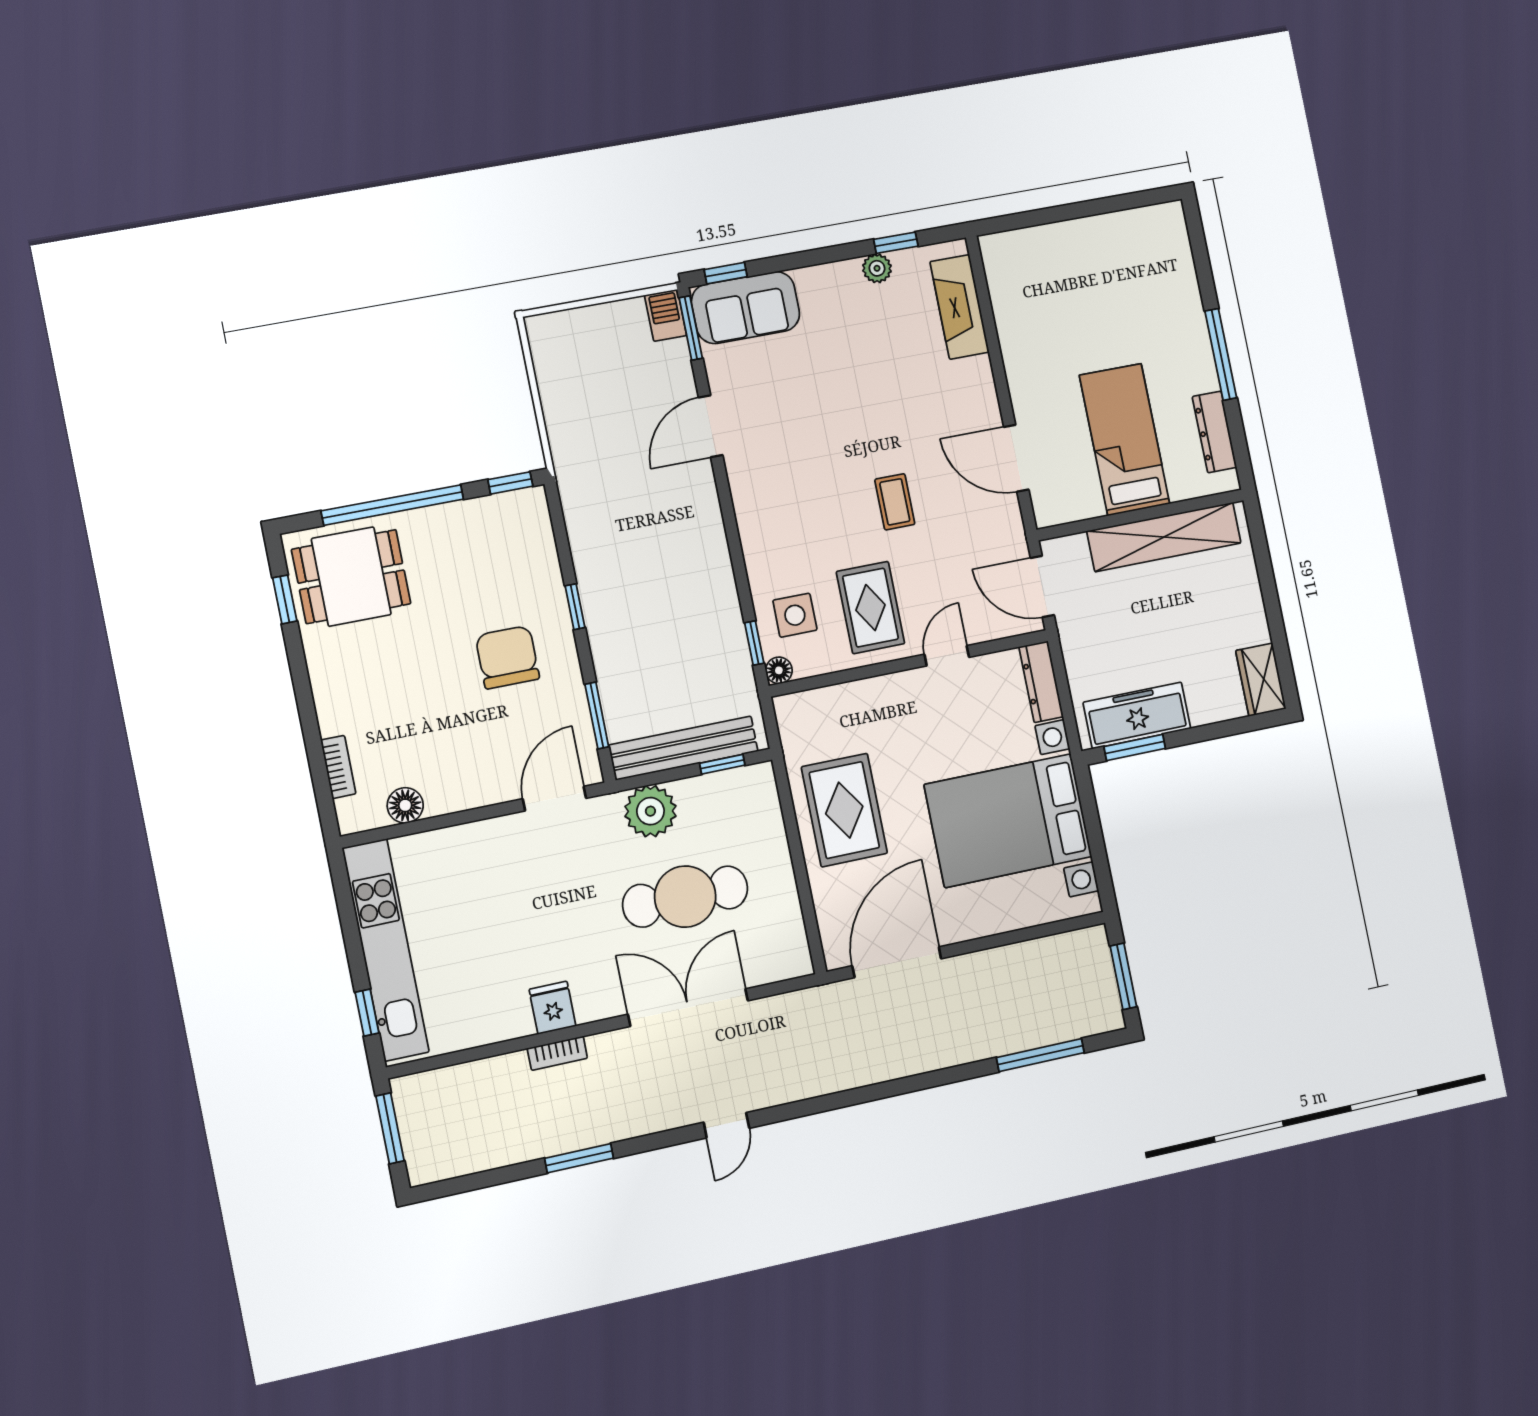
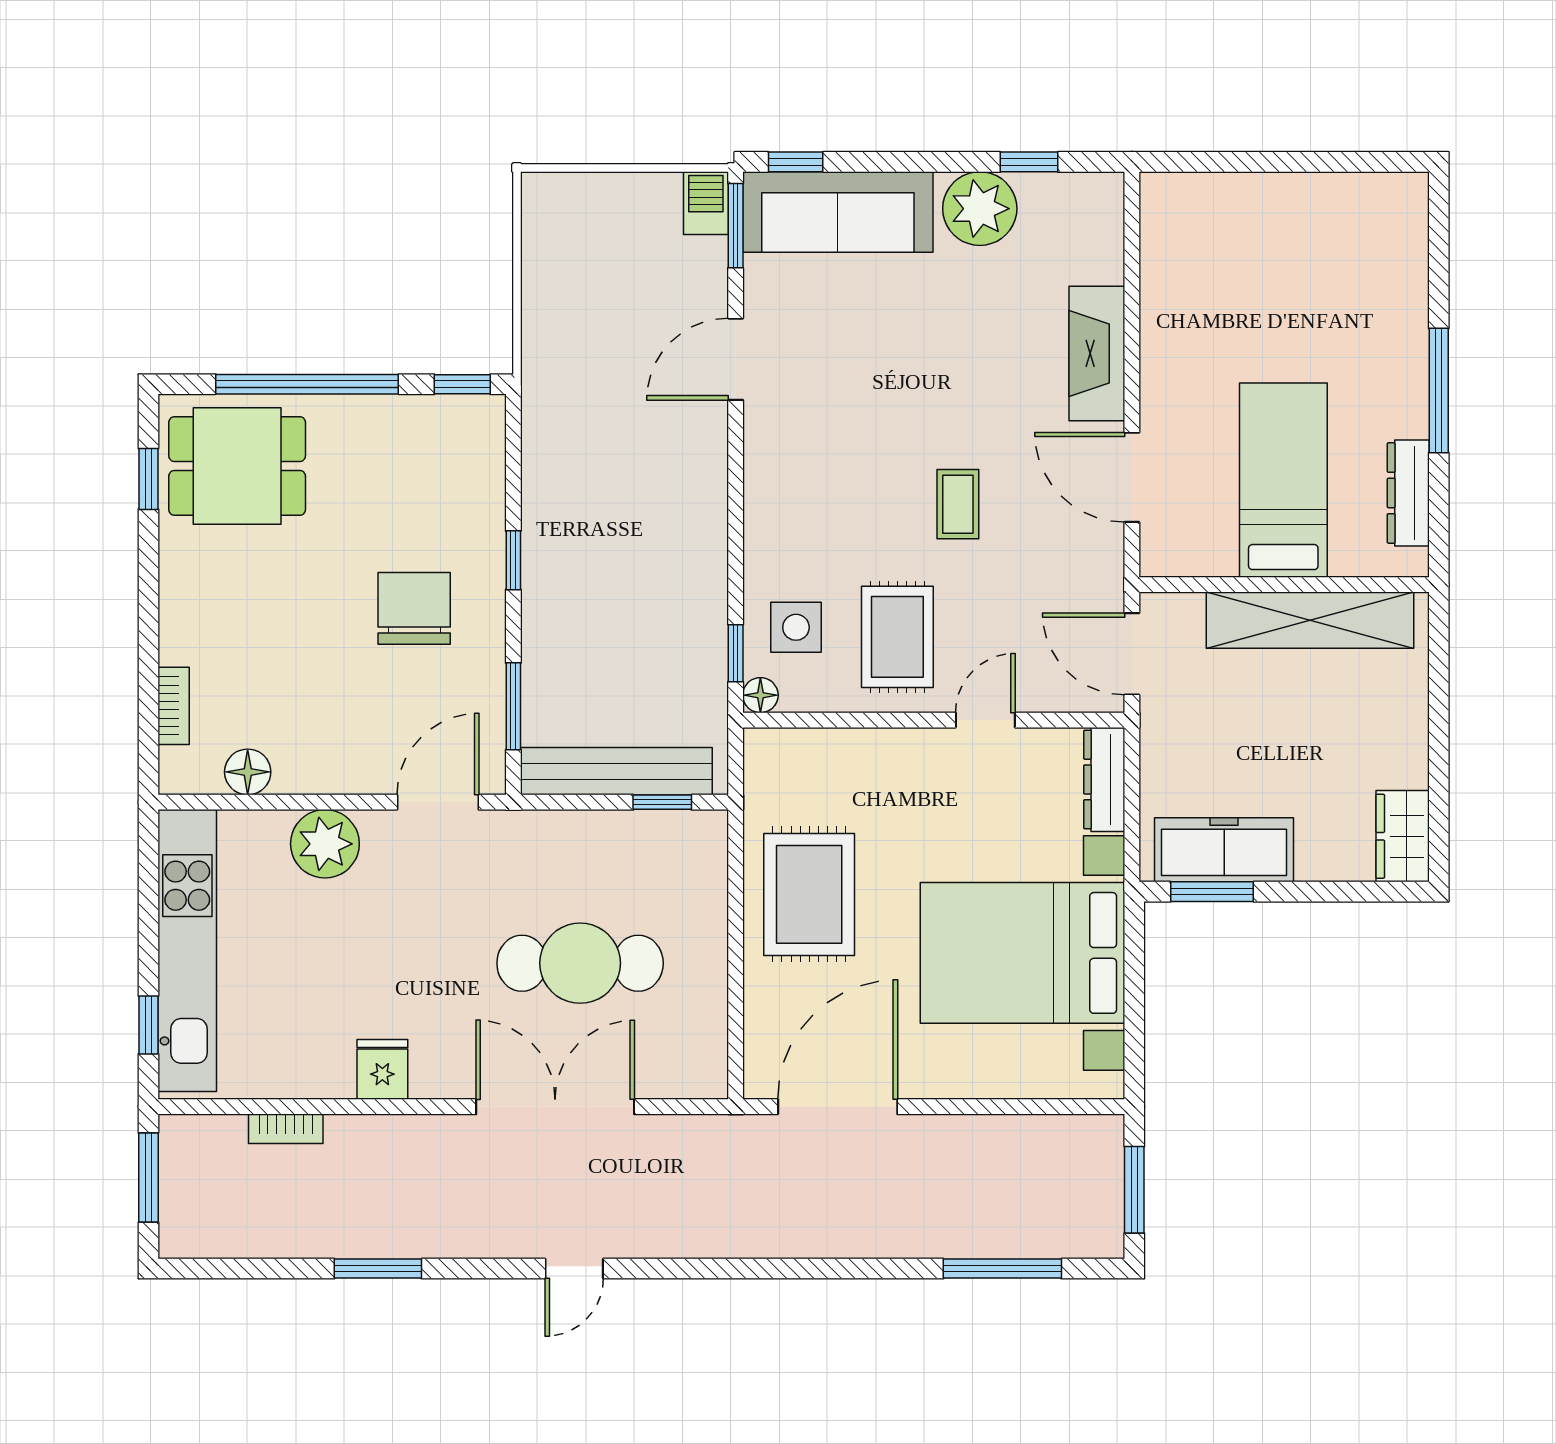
plant: (877, 268) -> (980, 209), width x1.88, depth x1.88
fireplace: (960, 307) -> (1097, 353), moved
sofa: (746, 308) -> (838, 212), width x1.36
plant: (650, 811) -> (325, 844), moved
bookcase: (557, 1053) -> (286, 1129), moved

